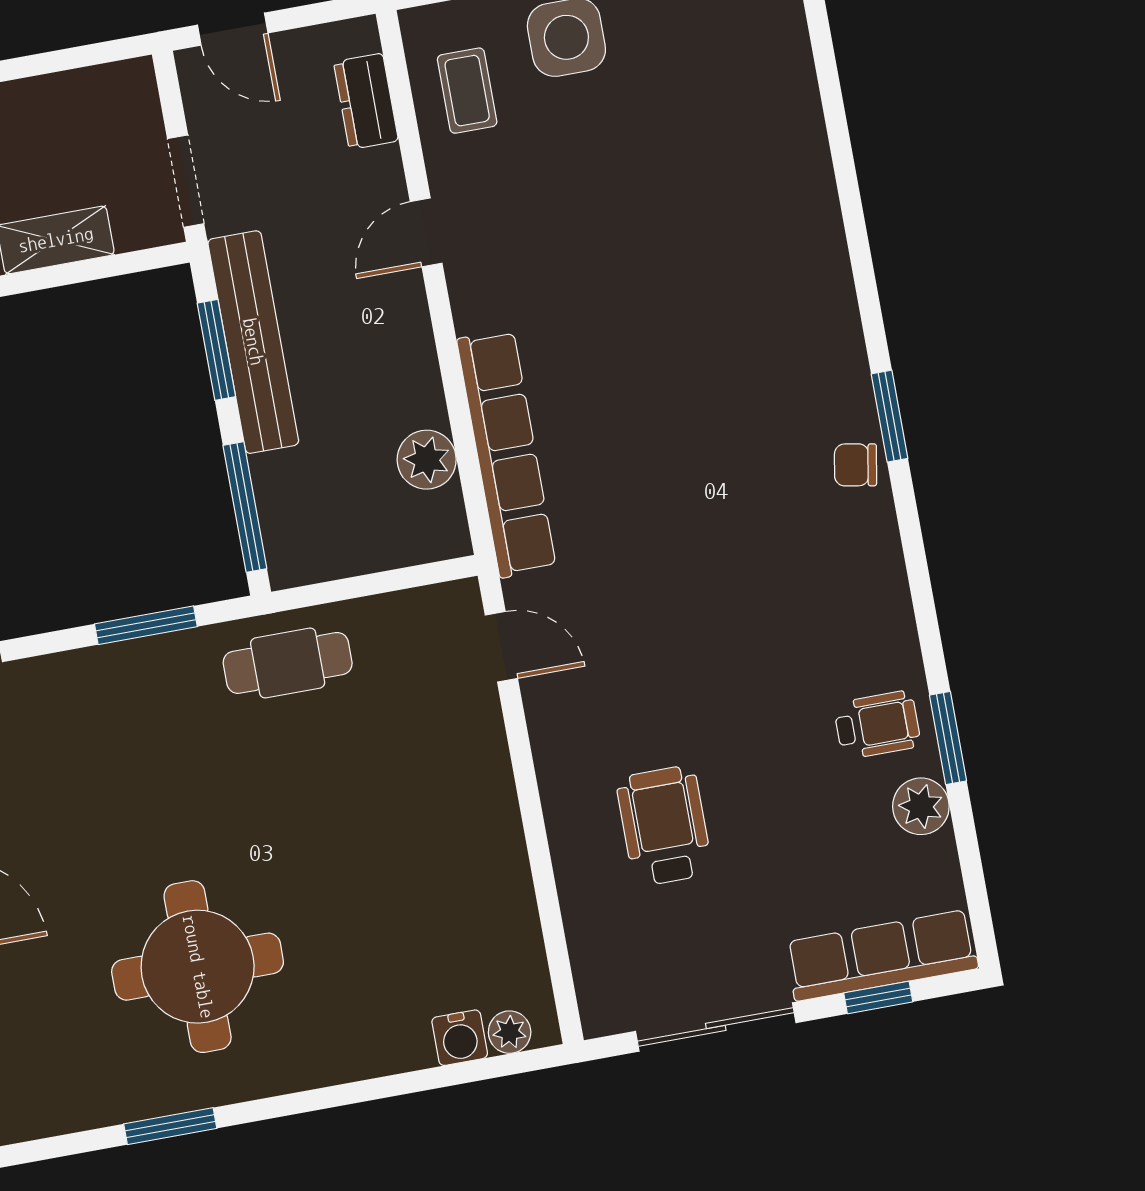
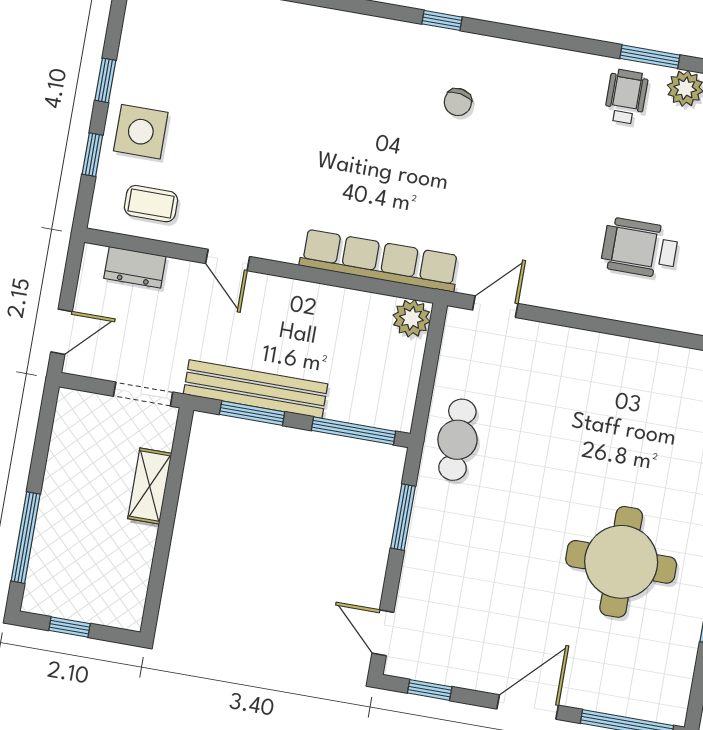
window: (890, 416) -> (442, 20), width x0.67
plant: (427, 460) -> (411, 318), moved
chair: (855, 465) -> (458, 102), moved

